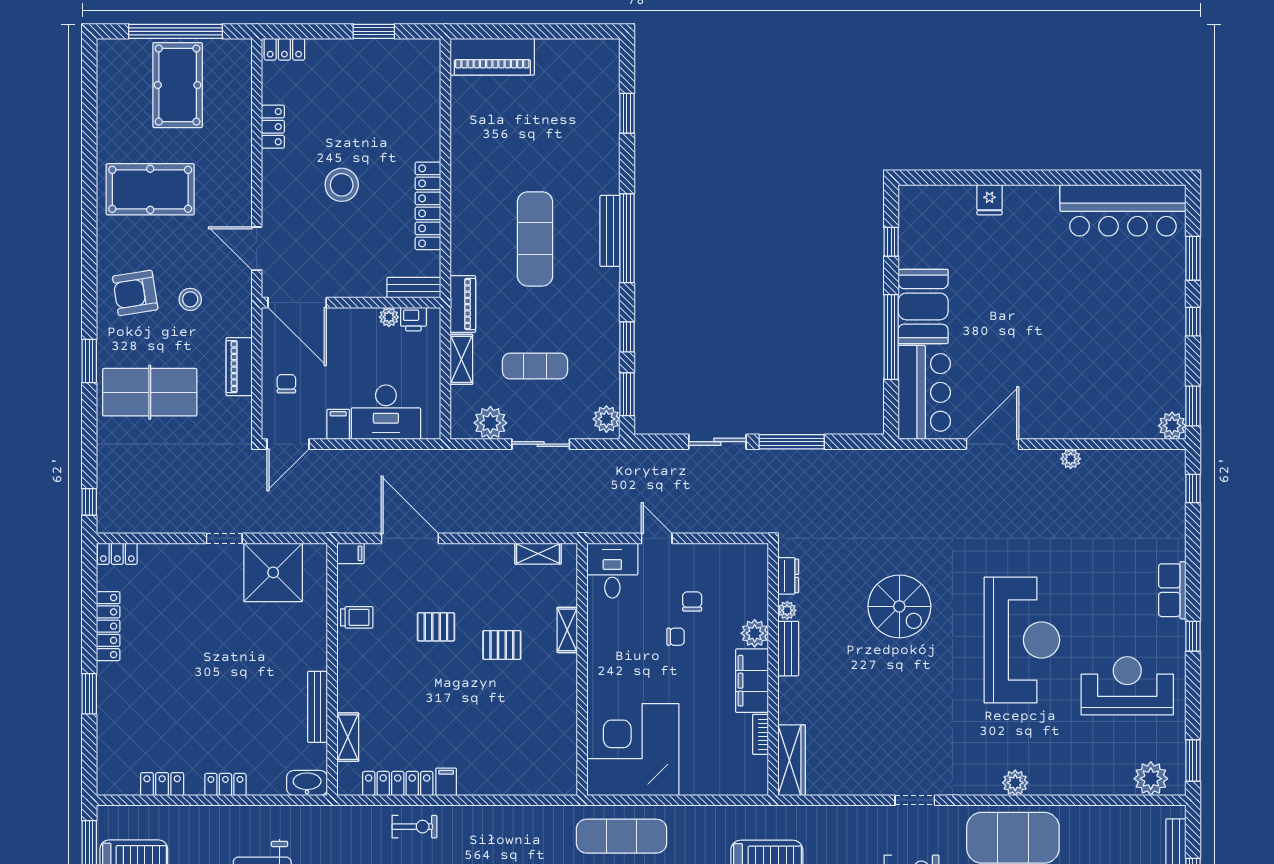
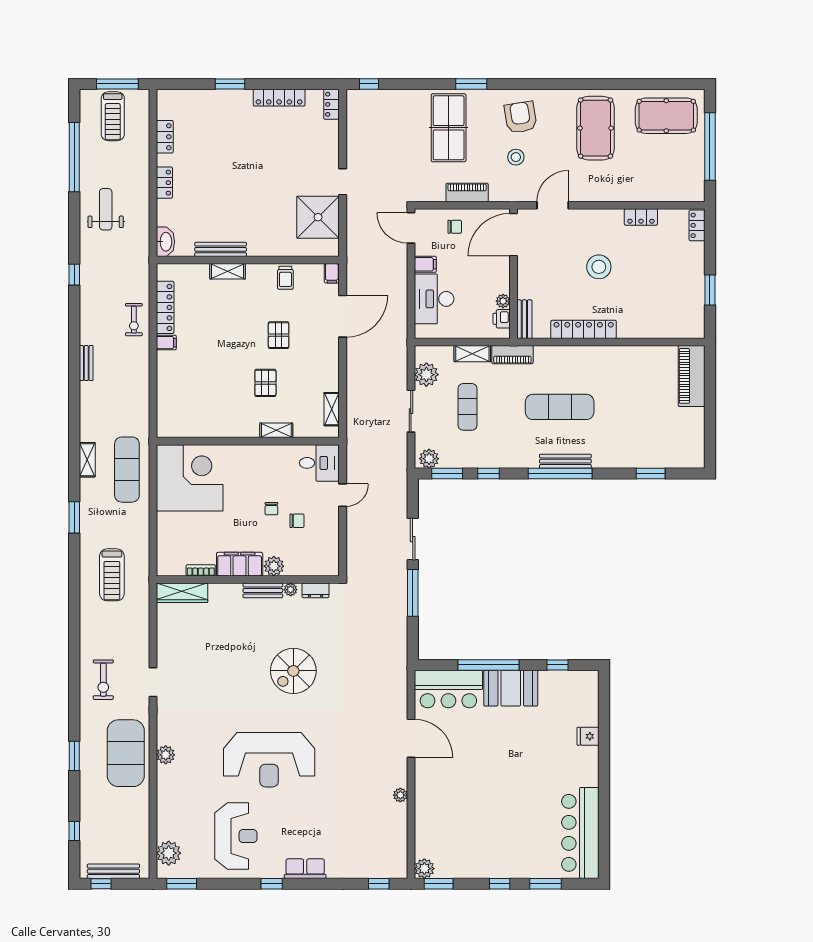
pool table: (178, 85) -> (666, 116), moved
shelving: (348, 737) -> (228, 271), moved

